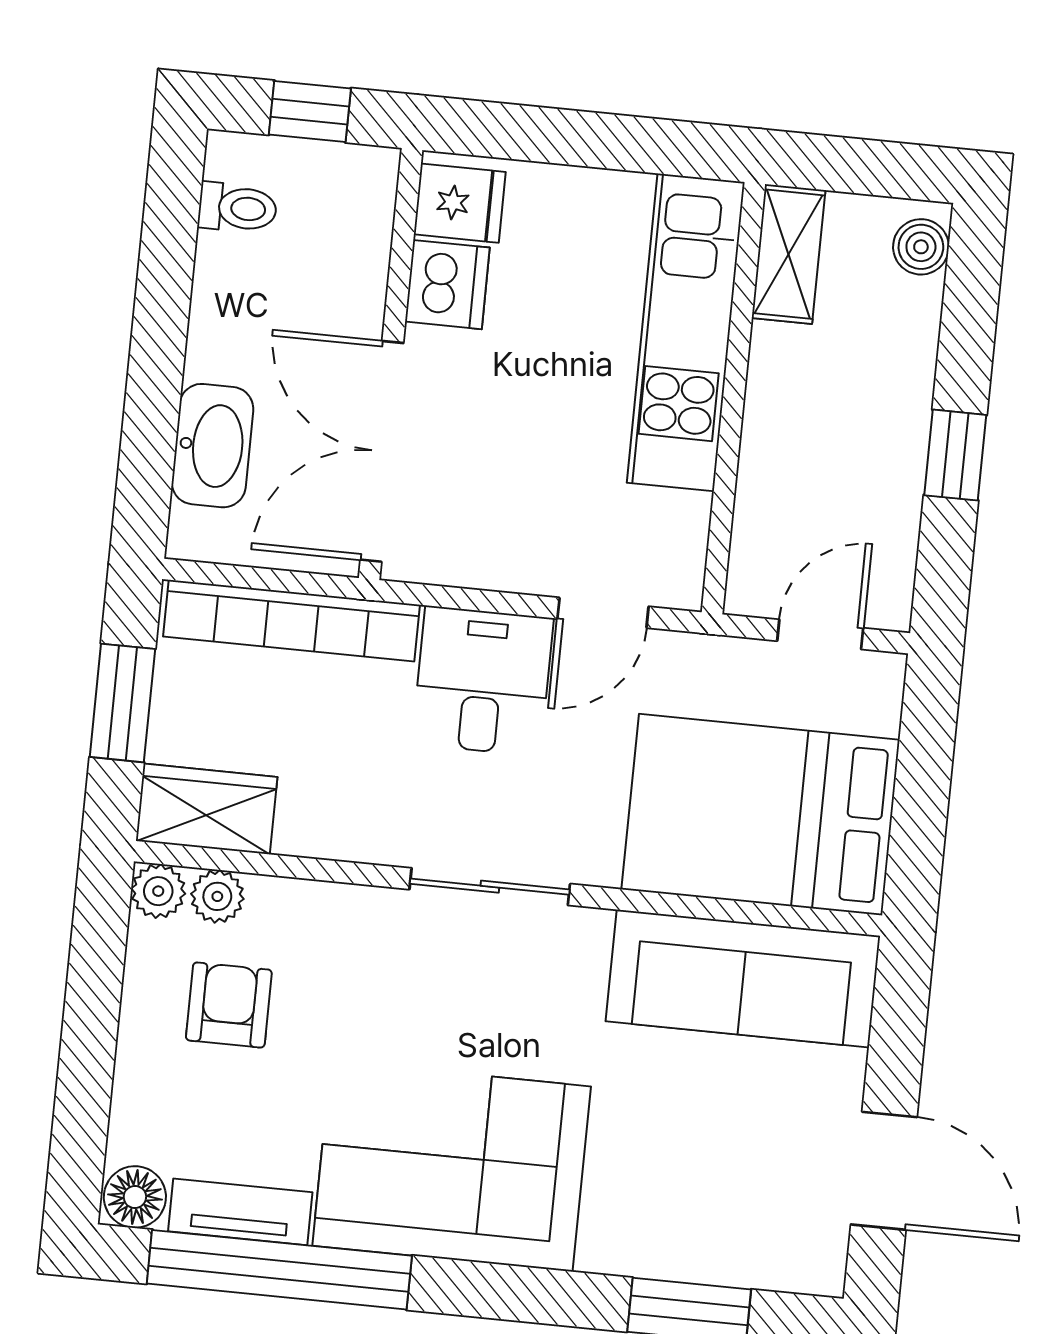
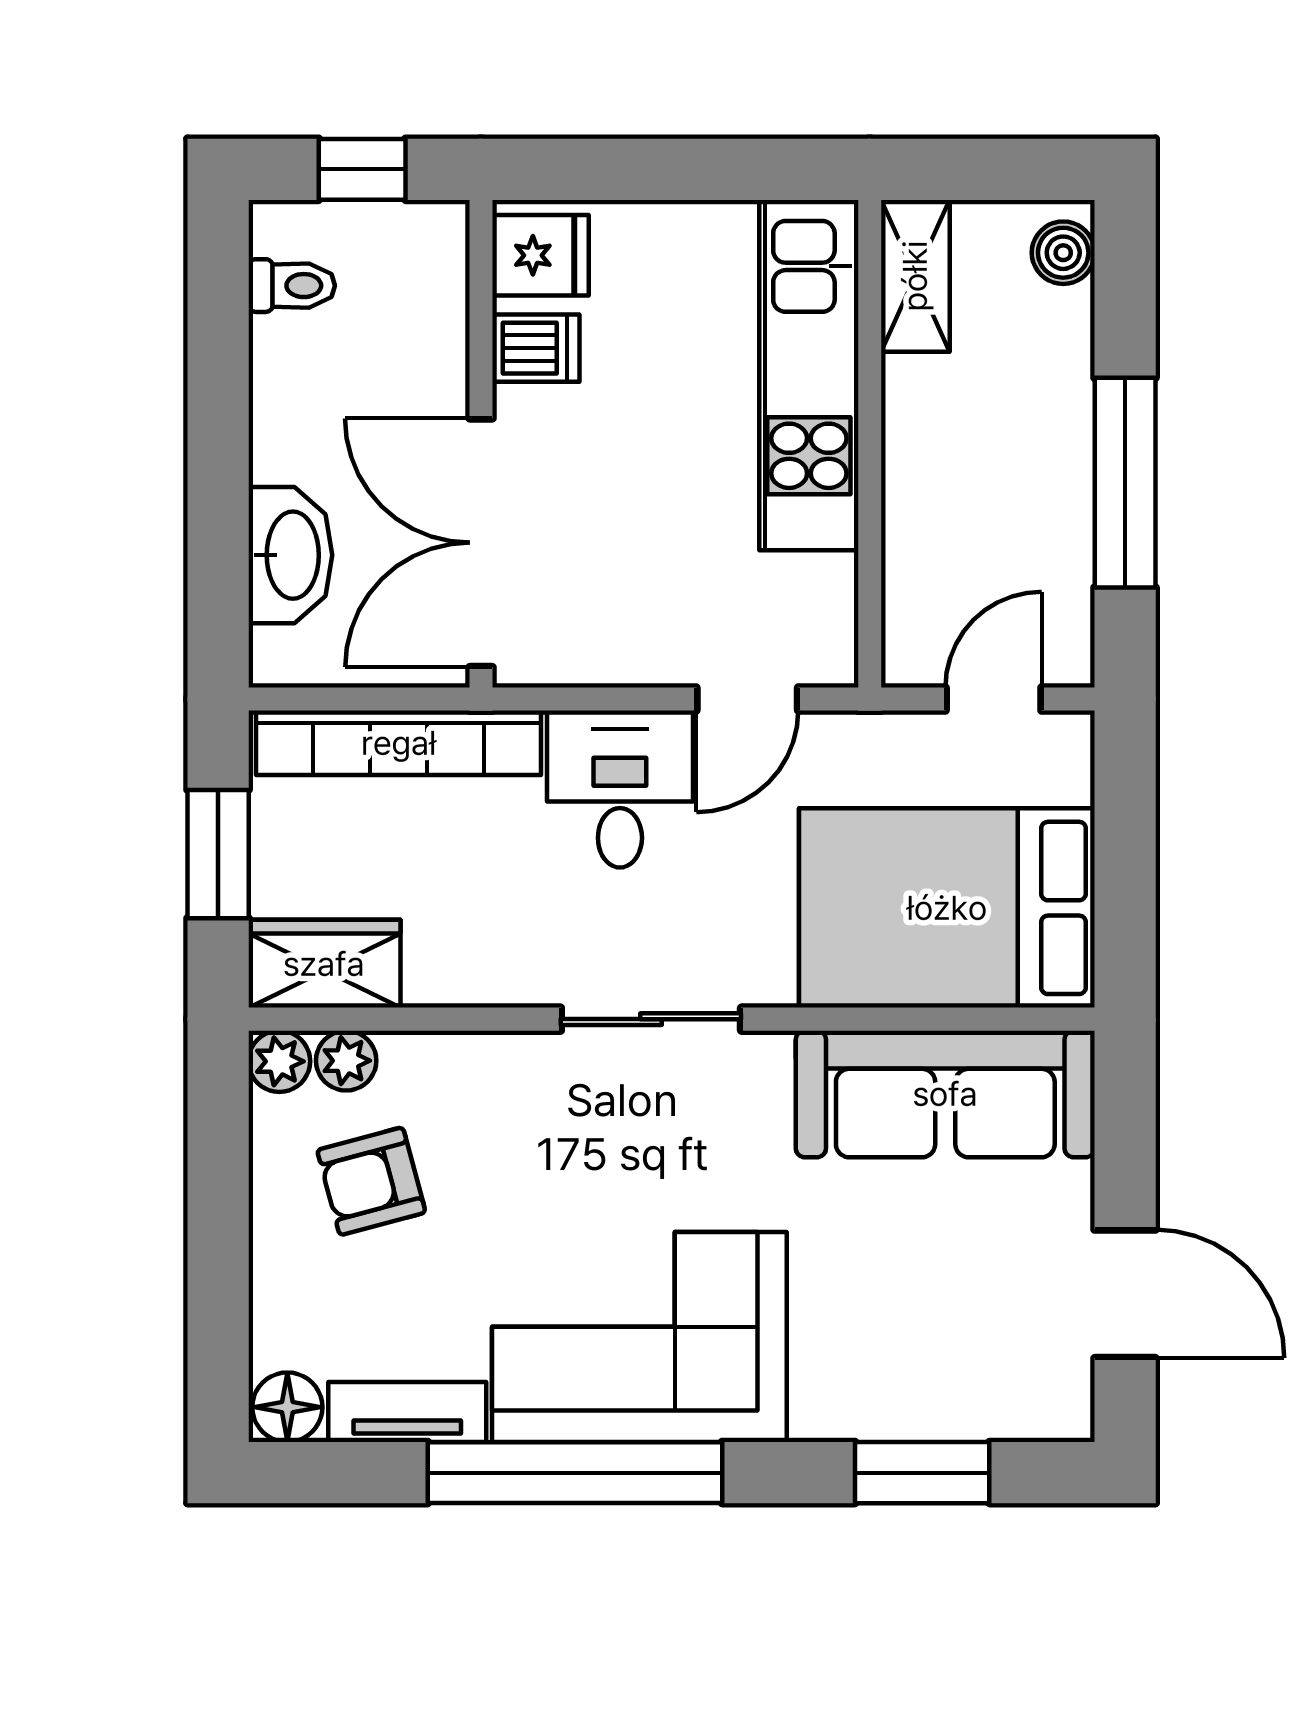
dishwasher: (447, 285) -> (536, 348), width x0.73
window: (955, 455) -> (1125, 483), width x2.17
armchair: (229, 1005) -> (371, 1181), turned -105
window: (279, 1270) -> (575, 1473), moved

